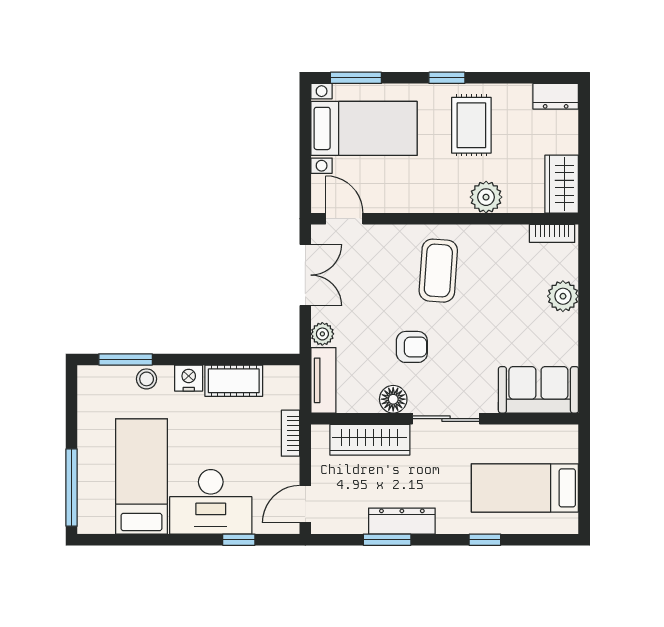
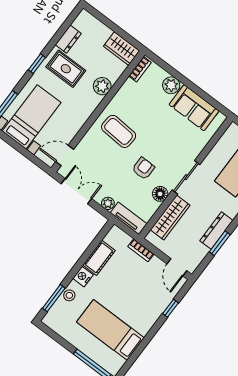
dresser: (556, 96) -> (68, 39), moved
sofa: (538, 390) -> (194, 108), moved, turned -90
desk: (211, 502) -> (145, 308), removed

